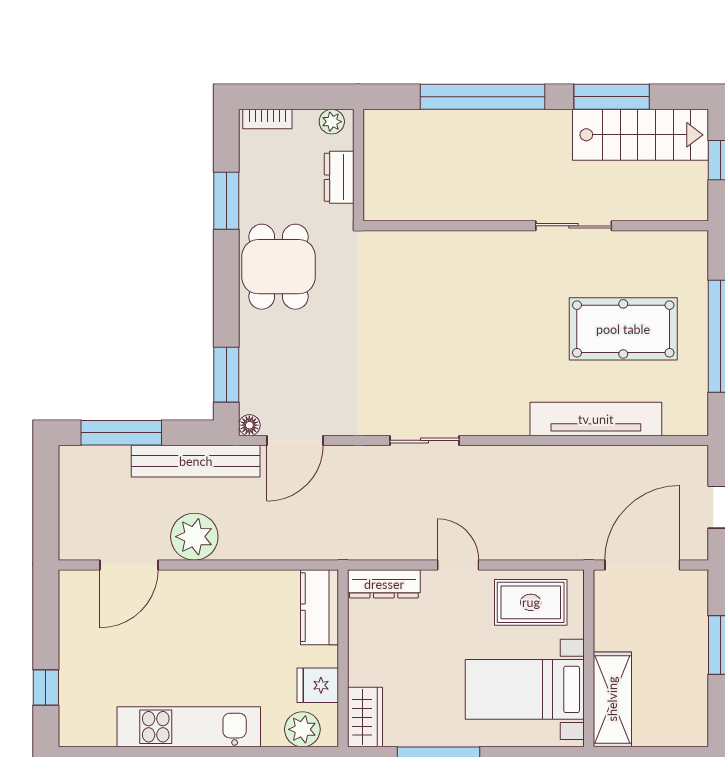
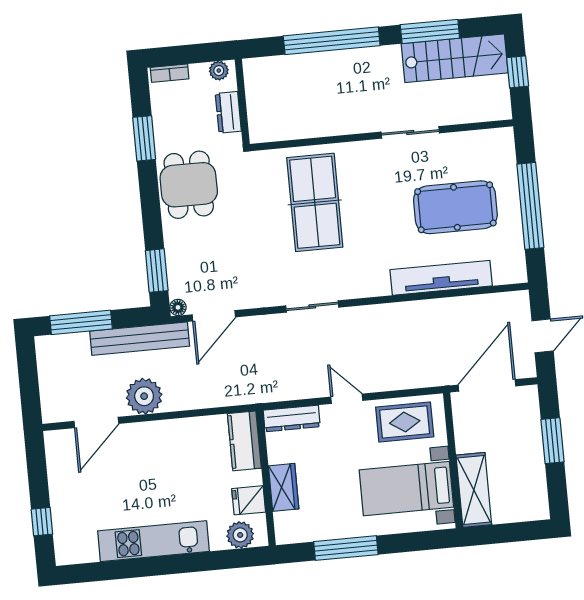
table tennis table: (441, 305) -> (315, 202), added
wardrobe: (365, 717) -> (284, 487), moved

